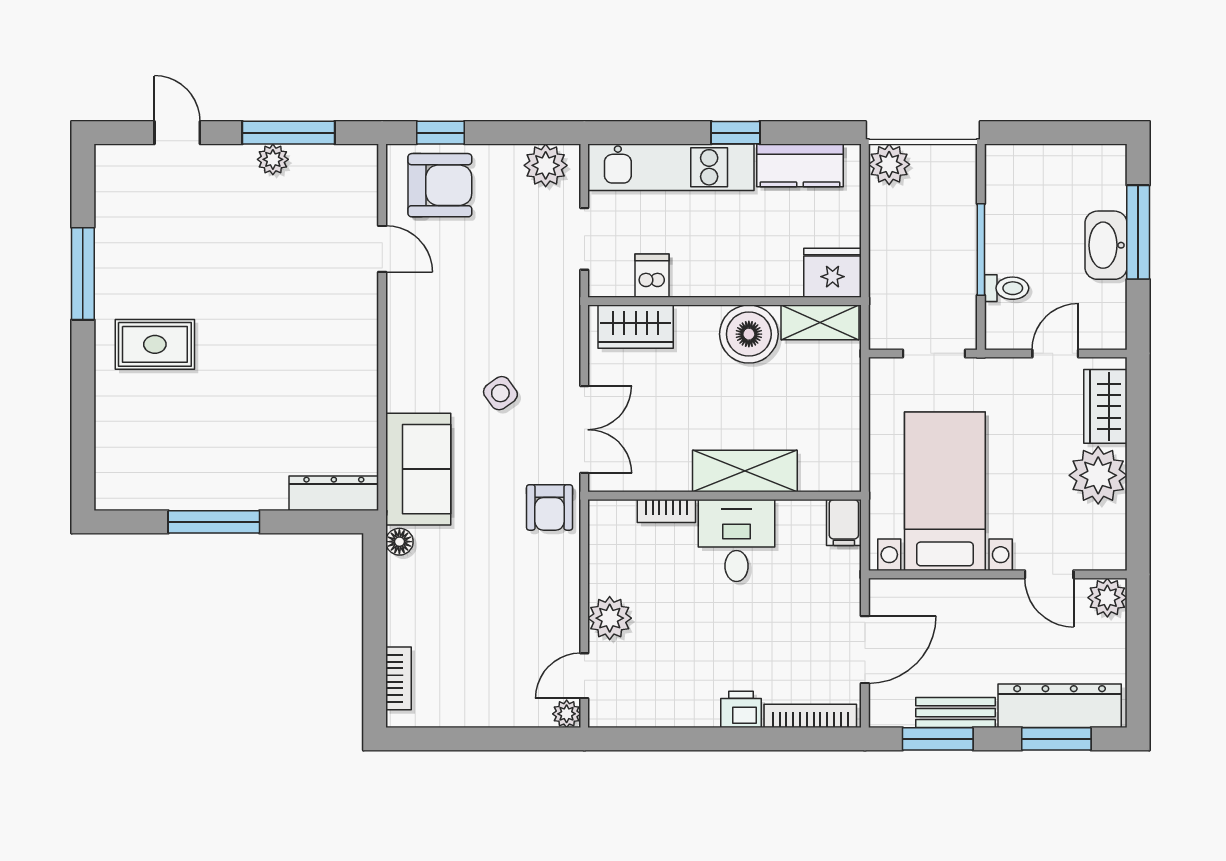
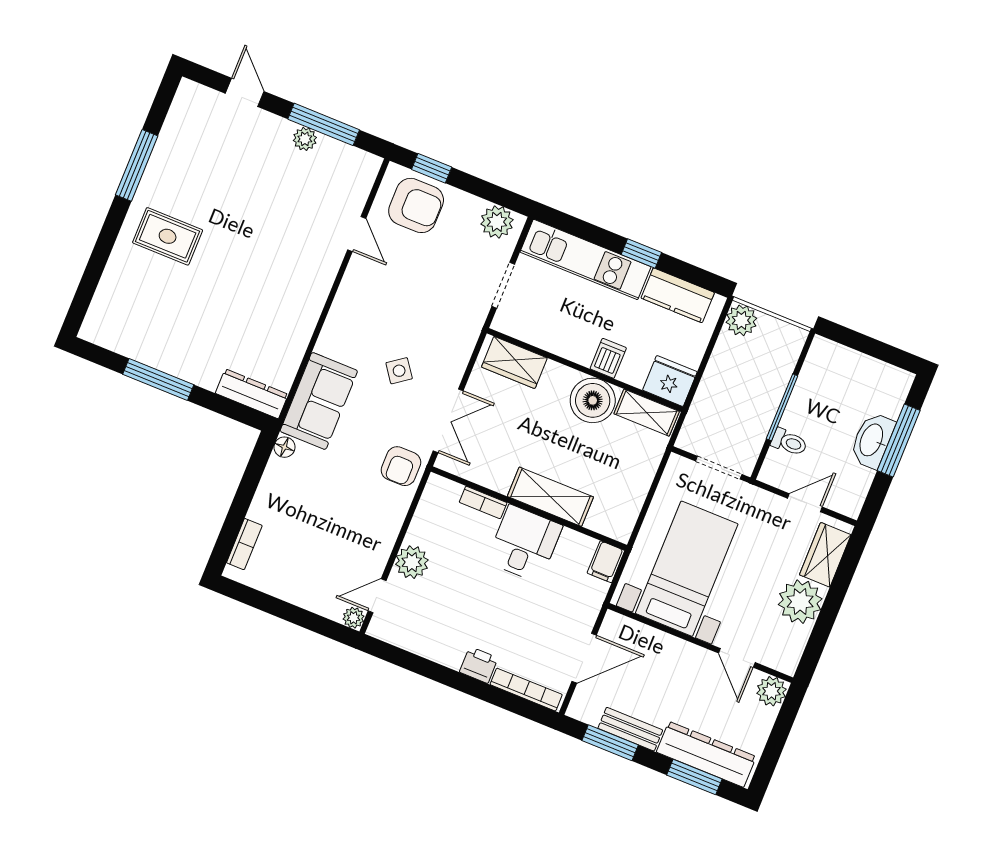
dishwasher: (652, 276) -> (608, 358), moved

